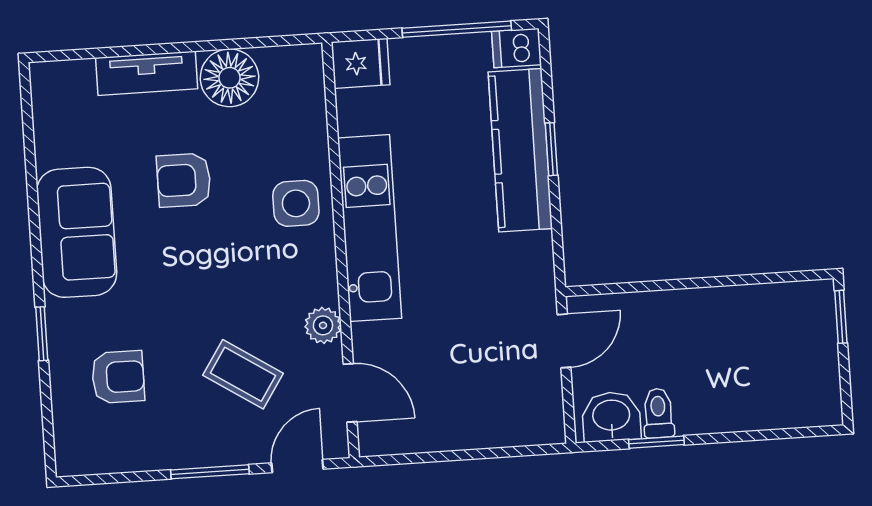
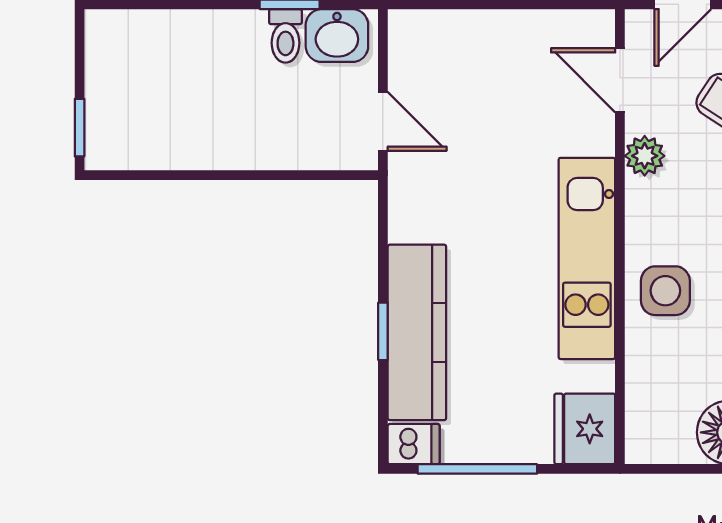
fridge: (361, 63) -> (585, 429), width x1.38
door: (564, 341) -> (383, 121), swing flipped

